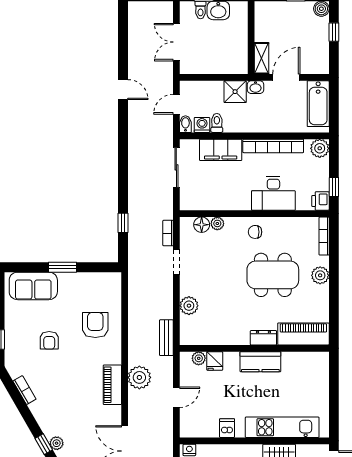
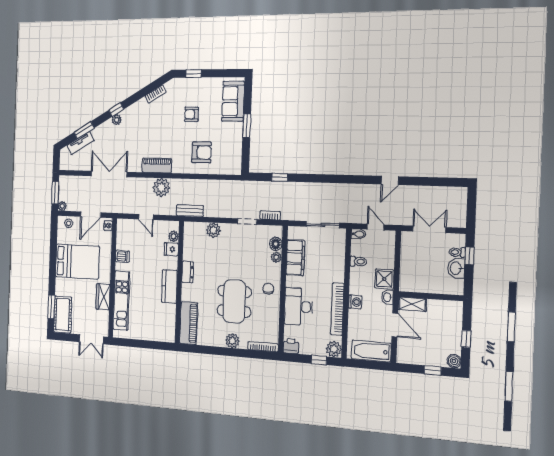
washing machine: (202, 125) -> (355, 302), moved
filing cabinet: (221, 150) -> (295, 258), moved, turned 180
window: (334, 187) -> (319, 360), moved
dresser: (263, 338) -> (188, 272), moved

